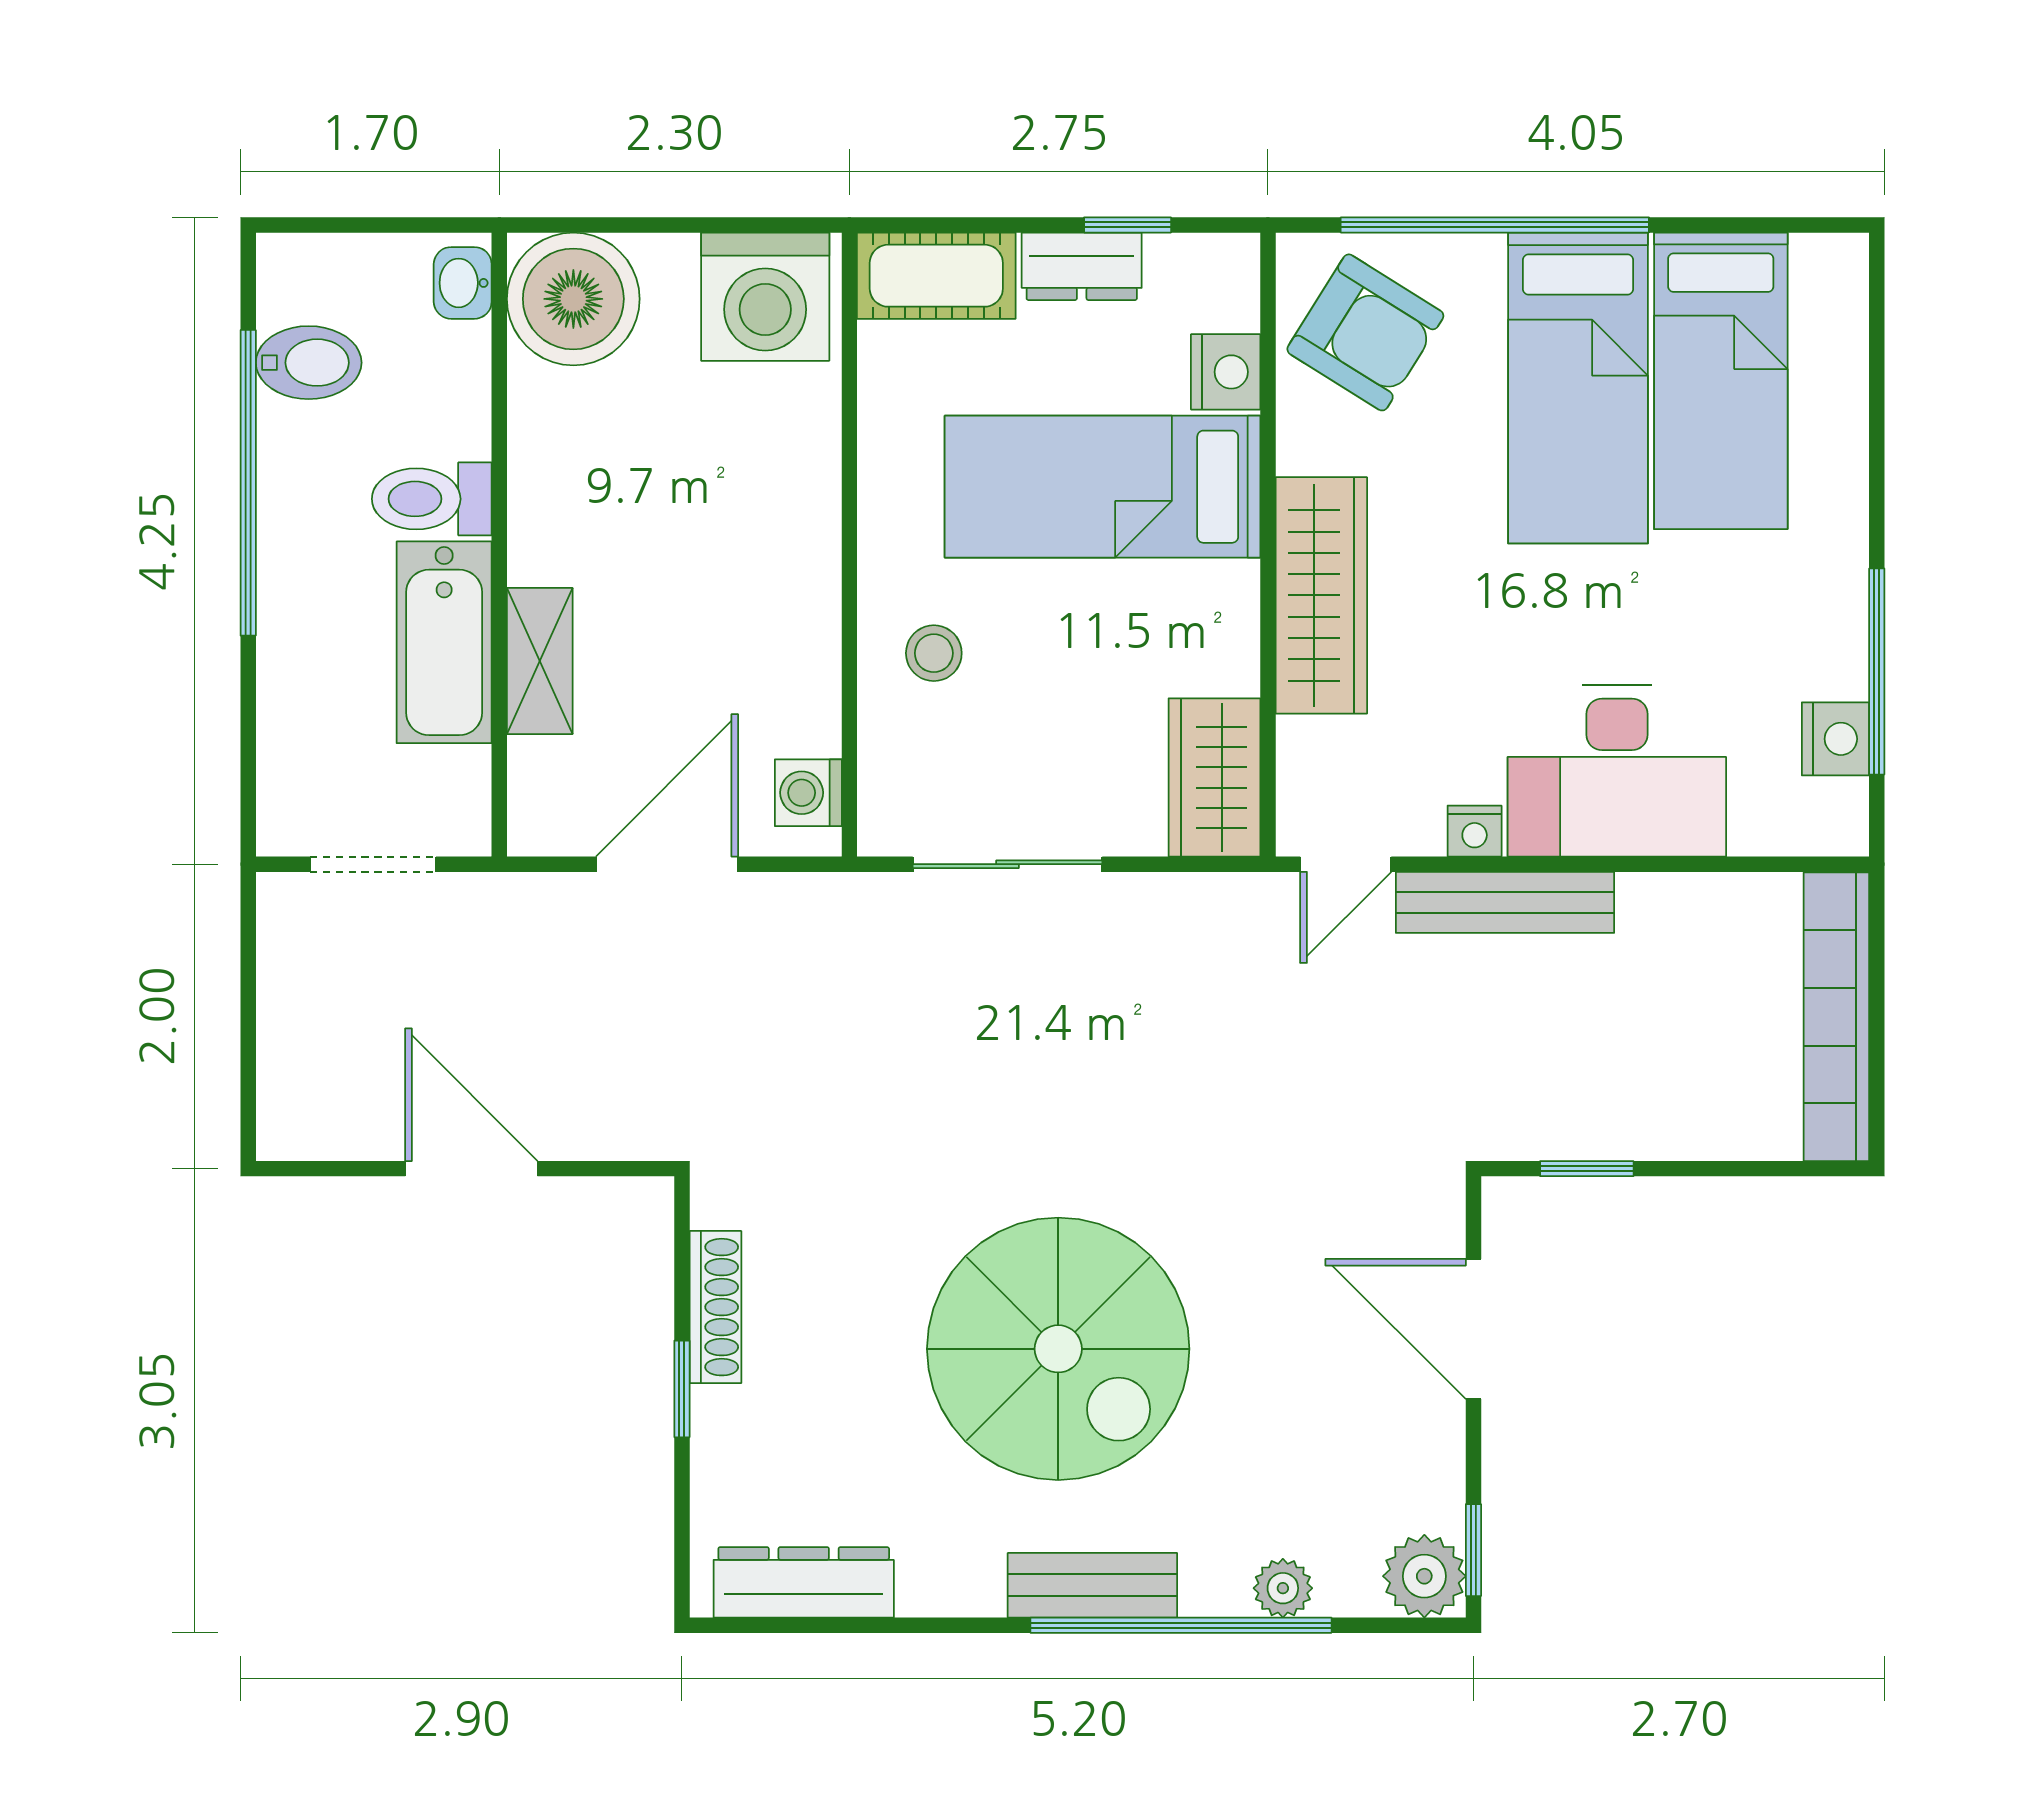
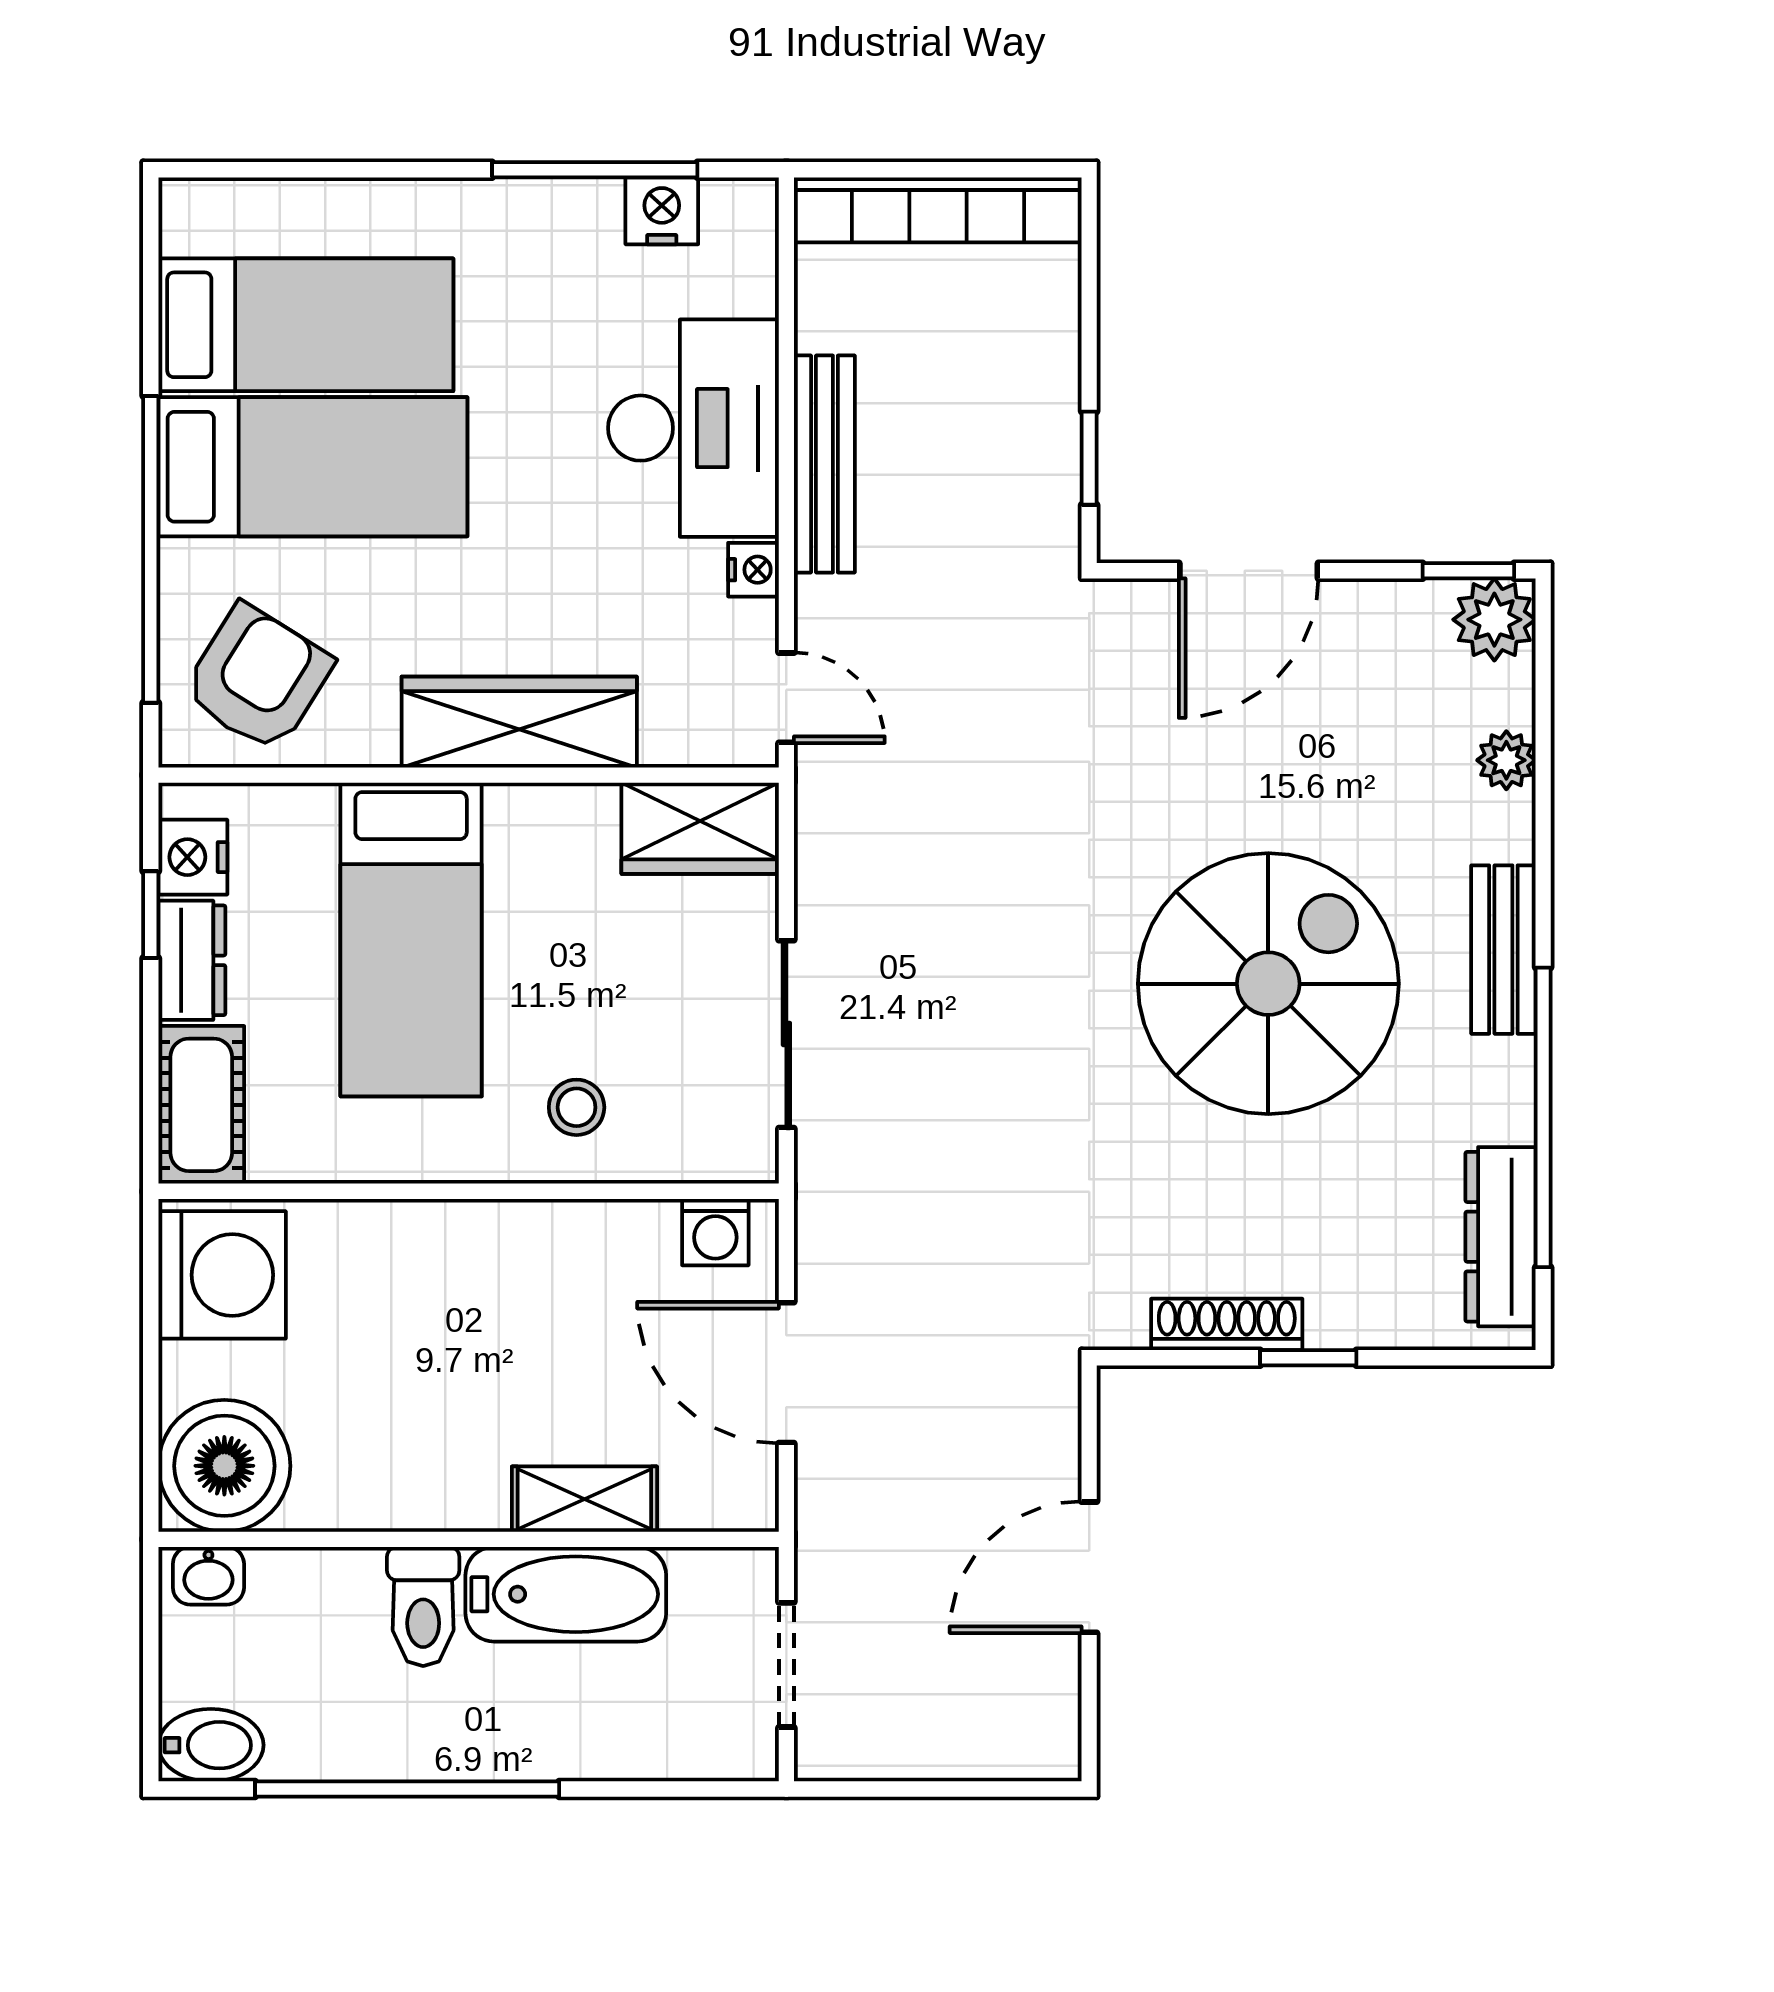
bidet: (309, 363) -> (211, 1745), moved, turned 90
nightstand: (1226, 372) -> (193, 857), moved, turned -90
bench: (1505, 902) -> (824, 464), moved
window: (1181, 1625) -> (1543, 1117), moved

